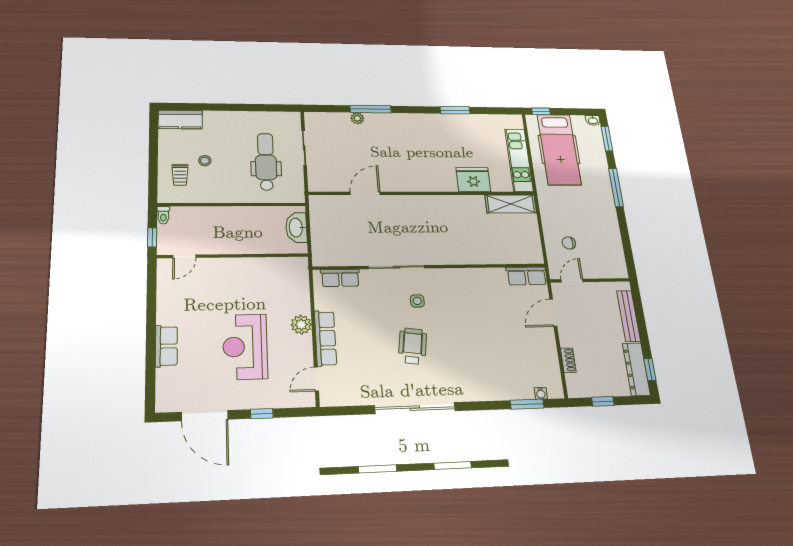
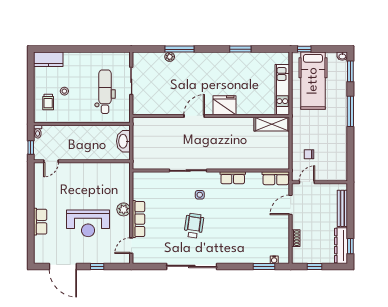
fridge: (473, 180) -> (224, 105), moved
door: (365, 193) -> (194, 116), moved
row of seats: (340, 278) -> (233, 178), moved
reception desk: (245, 347) -> (88, 223), turned -90

